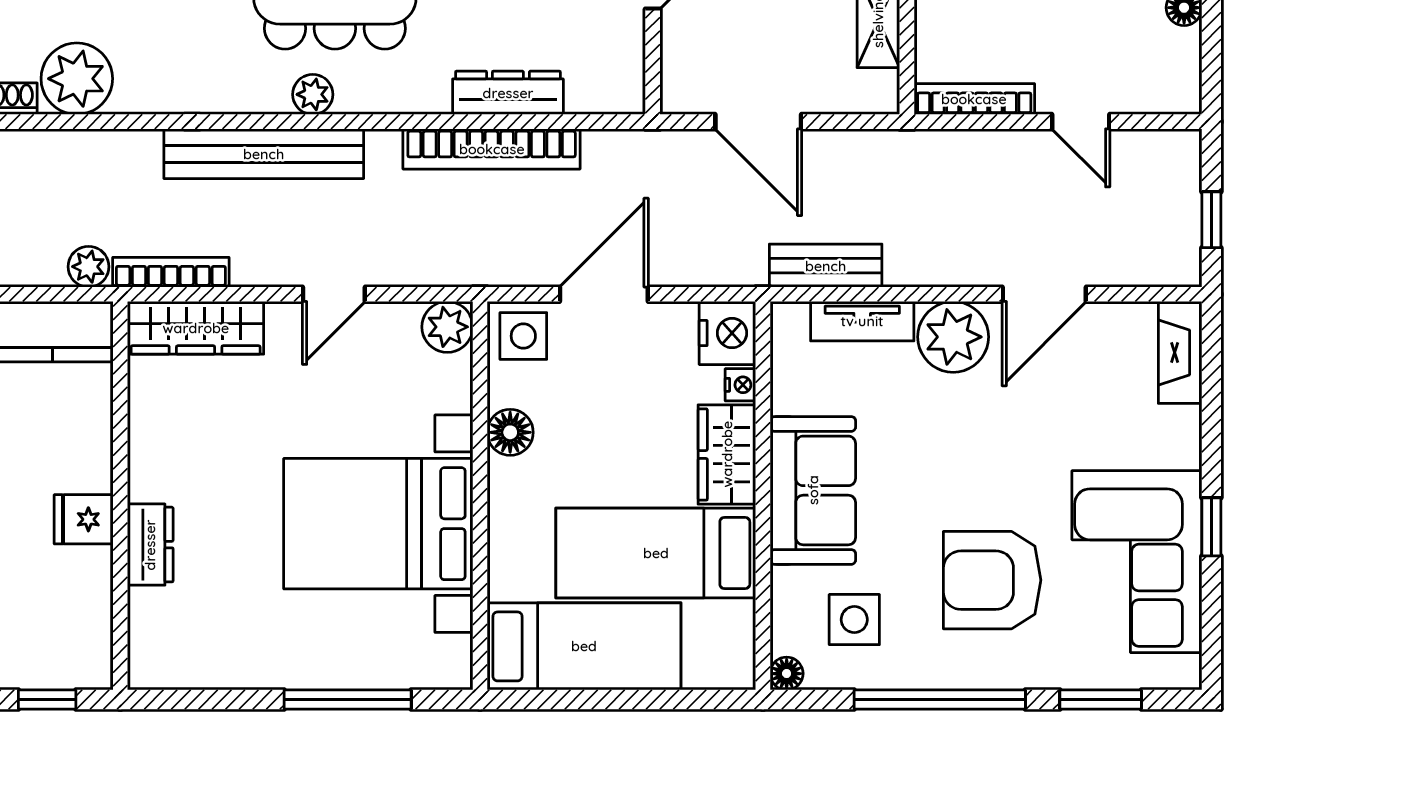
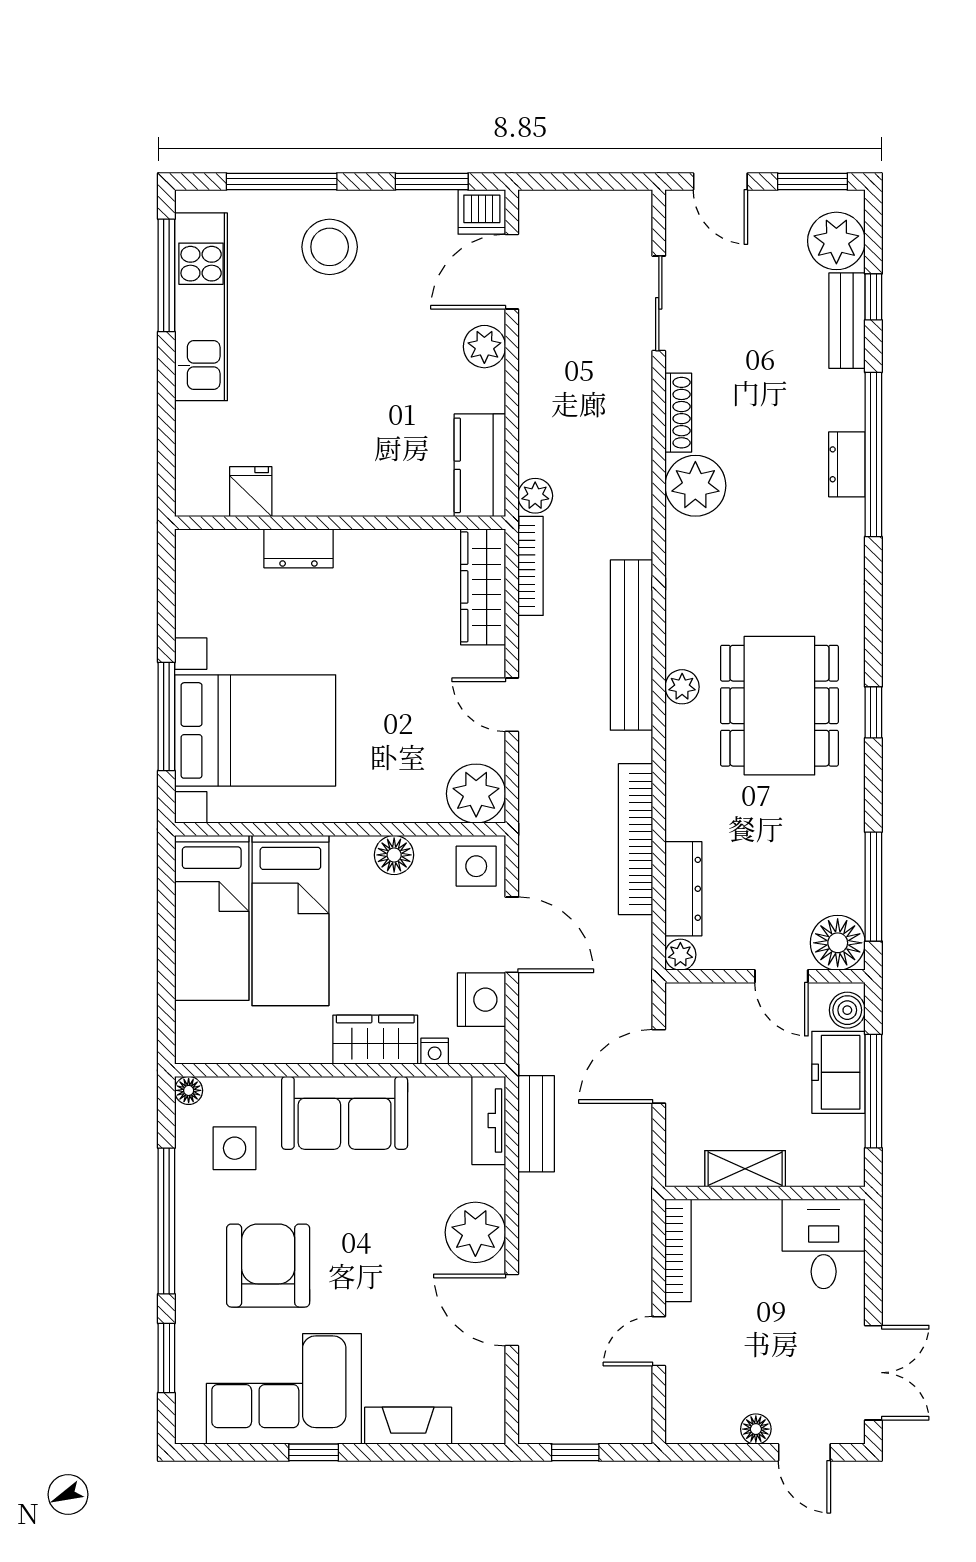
dresser: (508, 93) -> (683, 889), moved
plant: (627, 96) -> (680, 955), added
tv unit: (862, 321) -> (489, 1120), moved
plant: (447, 327) -> (476, 794), width x1.36, depth x1.36
nightstand: (727, 333) -> (481, 1000), moved, turned -90
fireplace: (1180, 352) -> (408, 1426), moved
fridge: (84, 519) -> (251, 492), moved
bed with nightstands: (378, 524) -> (255, 730), moved, turned 90
bed: (656, 553) -> (290, 921), moved, turned 180
window: (47, 700) -> (166, 460), removed

